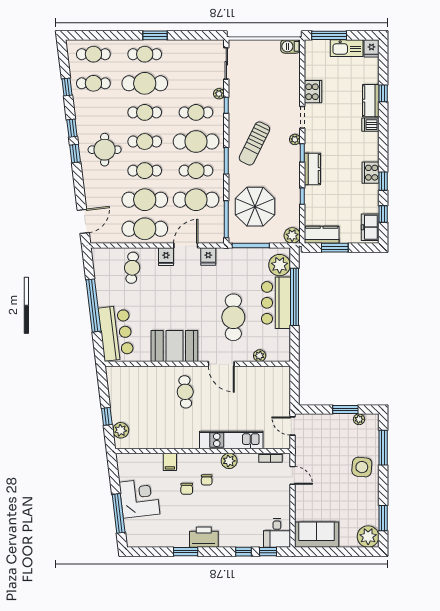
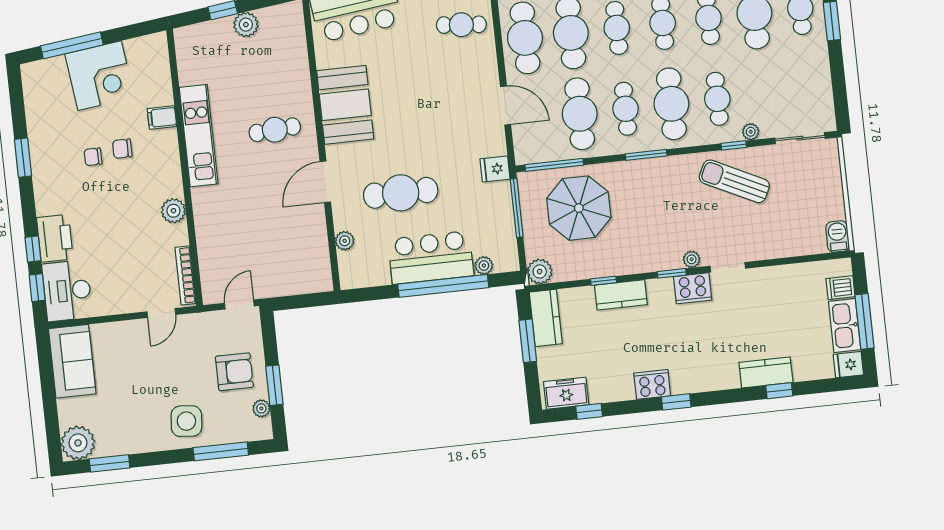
window: (329, 35) -> (865, 321), moved
cooker: (313, 92) -> (693, 288), moved
dishwasher: (370, 125) -> (840, 288), moved, turned -90
sun lounger: (254, 143) -> (734, 181), moved
kitchen counter: (312, 169) -> (621, 295), moved
window: (383, 181) -> (676, 402), moved
fridge: (208, 256) -> (495, 169), moved
fridge: (166, 257) -> (485, 76), removed
plant: (280, 265) -> (484, 266), width x0.53, depth x0.53
plant: (121, 430) -> (246, 25), moved
armchair: (334, 434) -> (234, 372), added
kitchen unit: (231, 440) -> (199, 136), moved
bookcase: (270, 458) -> (185, 275), width x1.56
chair: (207, 480) -> (93, 157), moved
desk: (277, 533) -> (67, 291), width x1.37
printer: (204, 537) -> (55, 238), moved

